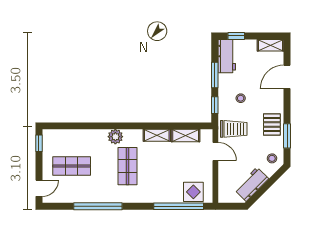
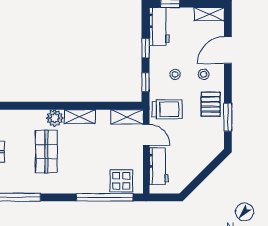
window: (215, 75) -> (146, 48), width x0.67
shelving: (186, 136) -> (127, 117), moved
plant: (115, 137) -> (55, 118), moved
stool: (272, 158) -> (204, 74), moved
workbench: (252, 184) -> (159, 166), moved, turned 135

